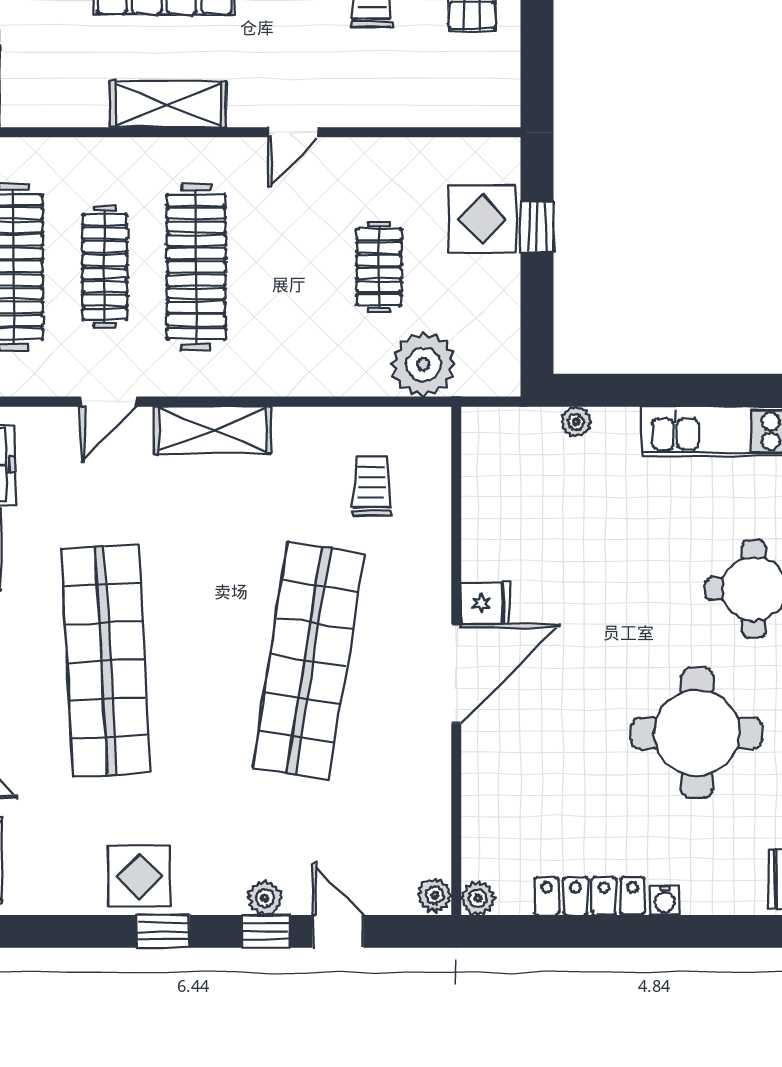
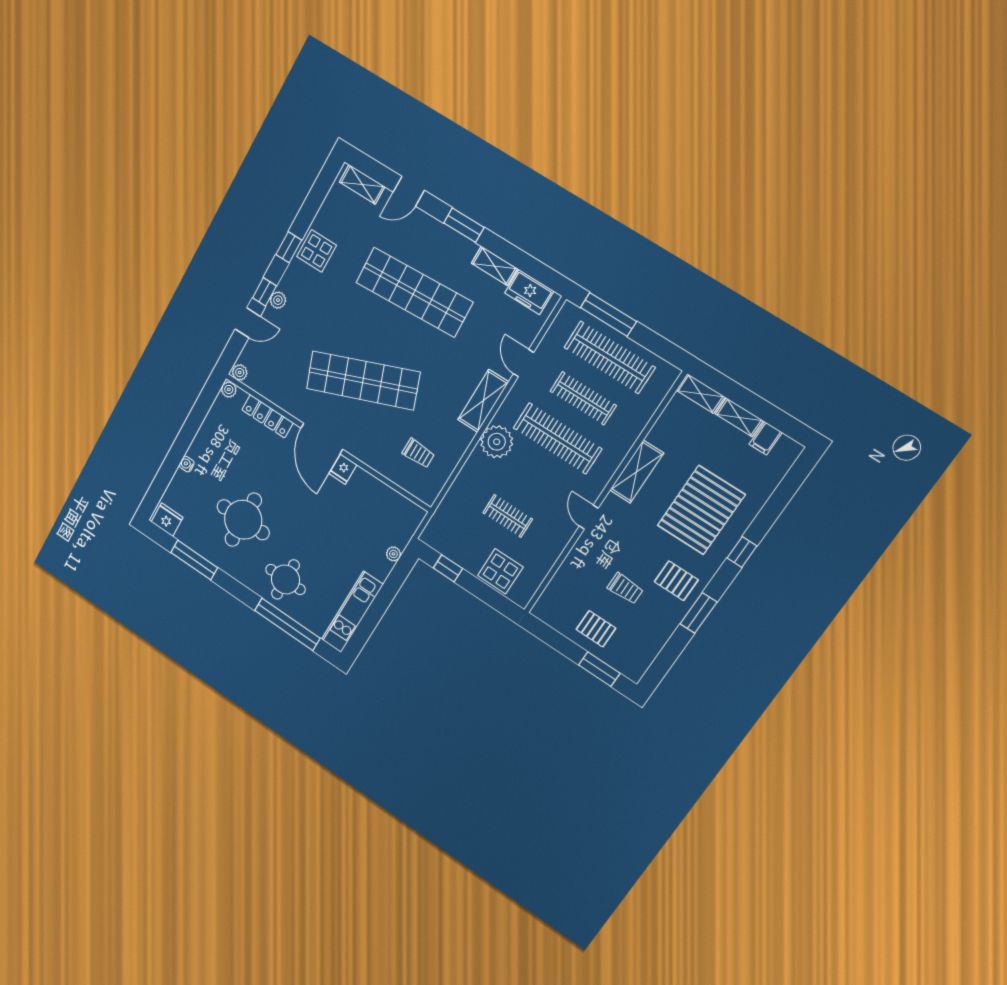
window: (537, 226) -> (448, 568), moved
plant: (423, 364) -> (497, 442), moved
shop shelf: (309, 661) -> (363, 380), turned -30
locker: (590, 896) -> (267, 416), moved, turned 90

